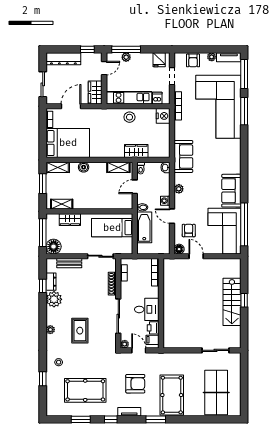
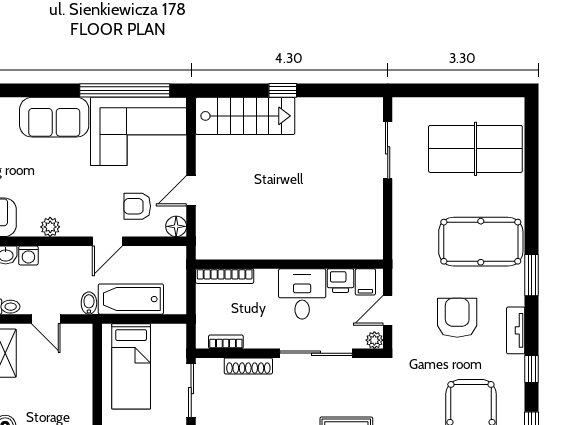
washing machine: (165, 201) -> (28, 255), moved
stairs: (232, 302) -> (245, 116), moved

